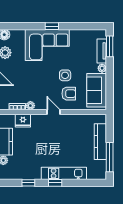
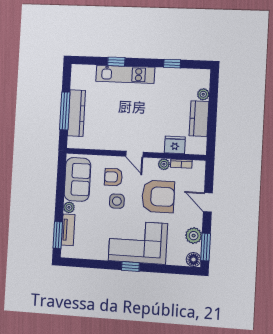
armchair: (34, 81) -> (158, 196), added
window: (110, 157) -> (65, 111), moved
window: (55, 183) -> (116, 62), moved

